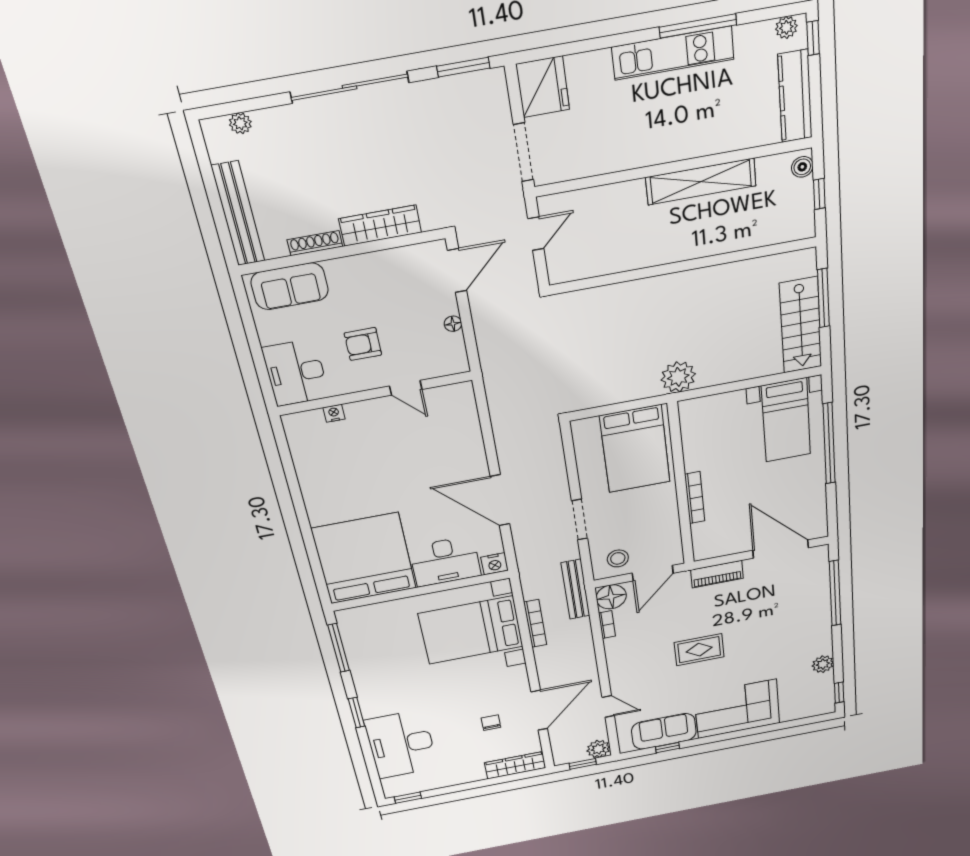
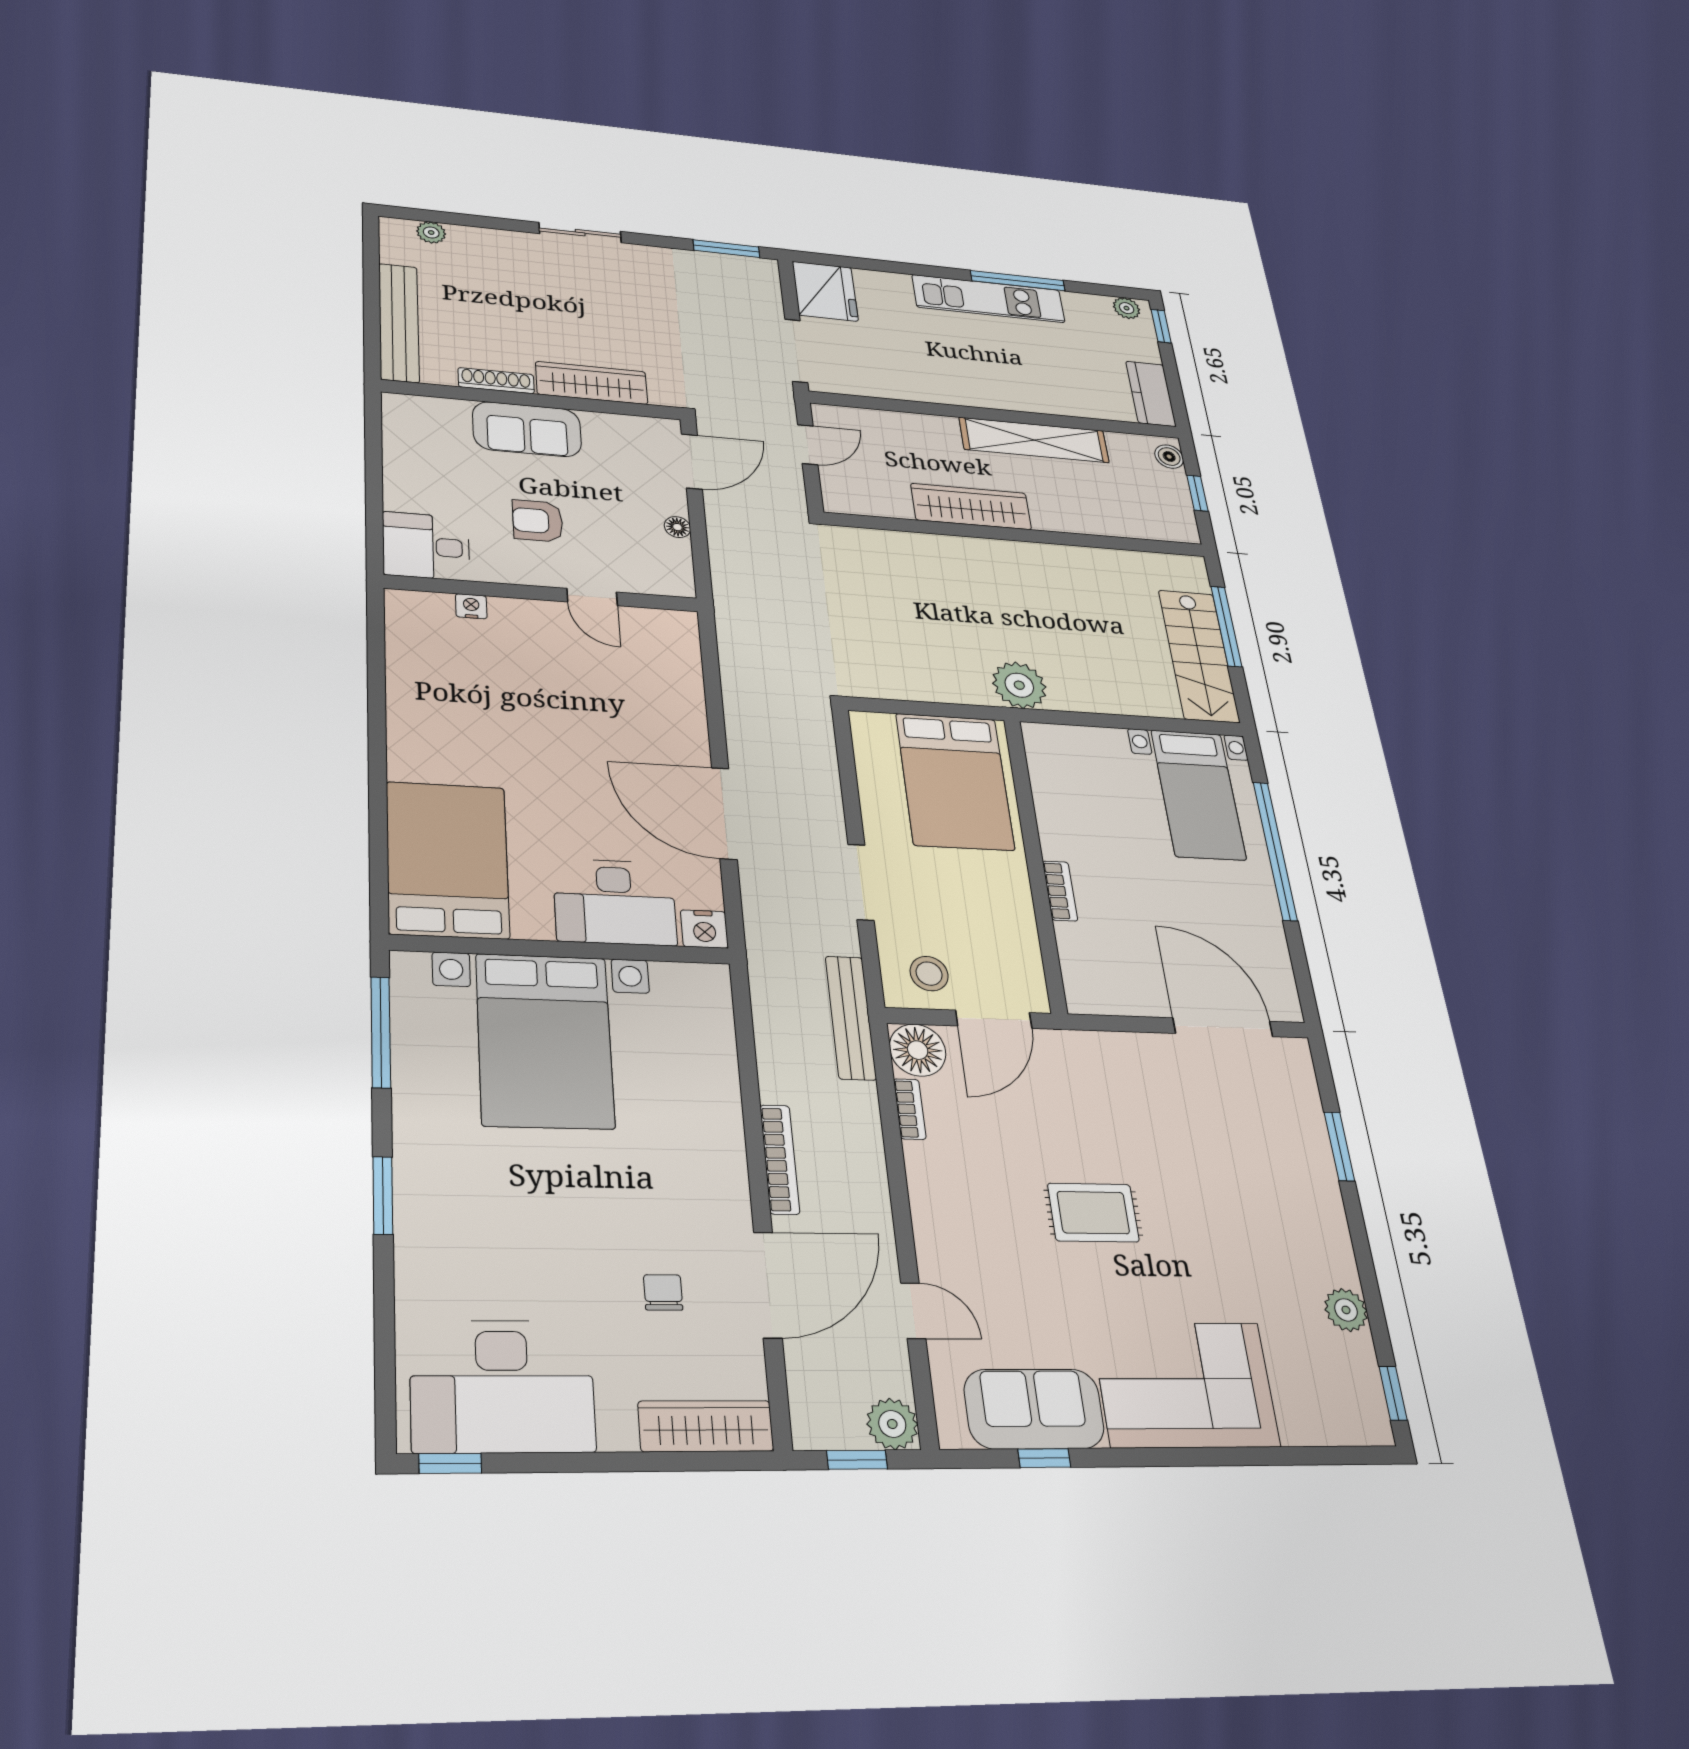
sliding door: (350, 87) -> (580, 233), width x0.54
kitchen counter: (795, 96) -> (1151, 394), width x0.67
wardrobe: (652, 252) -> (971, 506), added
sofa: (290, 286) -> (527, 429), moved
desk: (296, 373) -> (426, 546), width x0.73
bookcase: (695, 498) -> (1060, 891), width x0.64
bed: (364, 559) -> (447, 860), width x0.73
piano: (717, 574) -> (1113, 1050), removed
window: (835, 593) -> (1339, 1146), width x0.47
bookcase: (535, 624) -> (780, 1159), moved
bed with nightstands: (471, 630) -> (545, 1040), moved, turned -90
desk: (401, 744) -> (502, 1386), moved, turned -90

